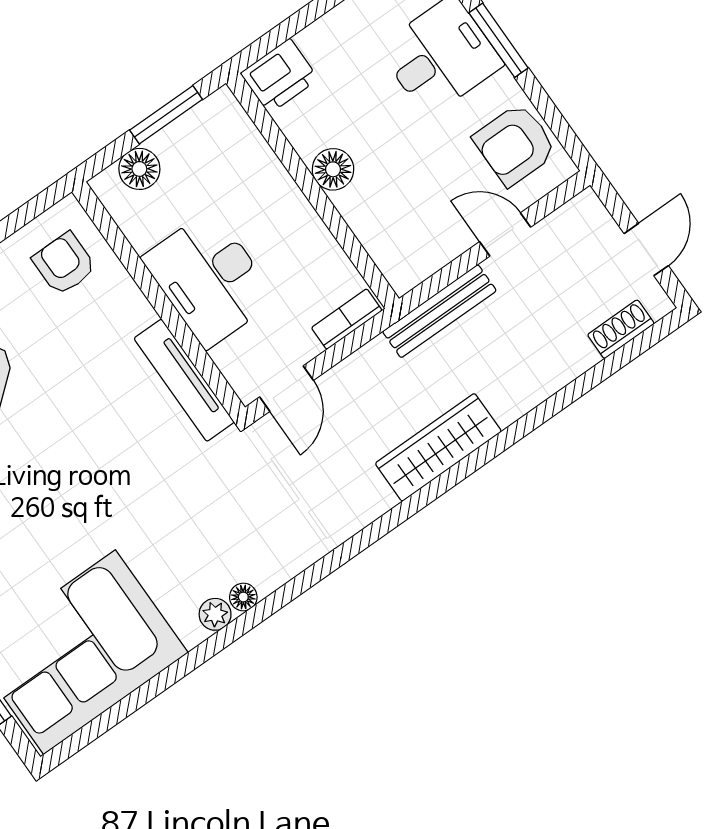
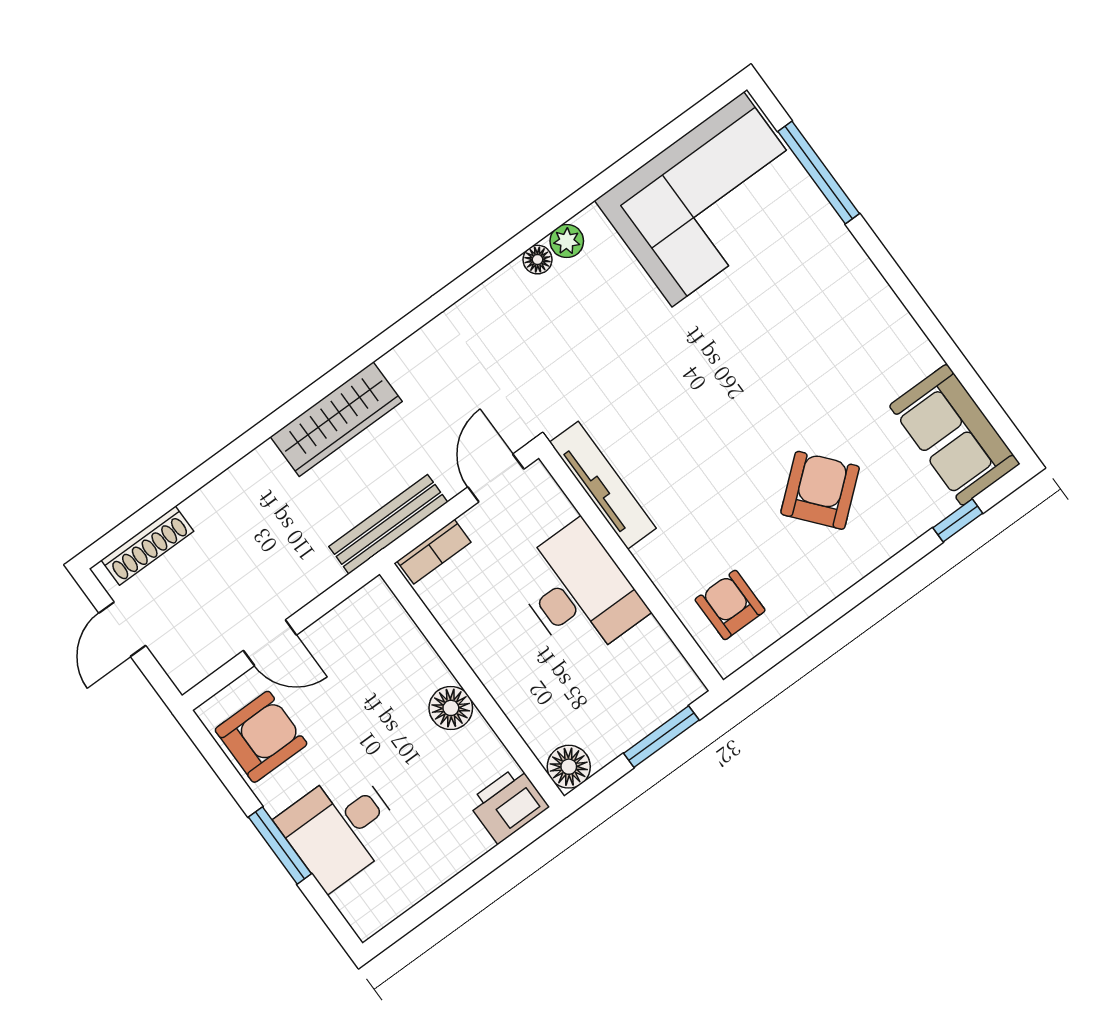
window: (166, 115) -> (661, 737), moved
floor lamp: (139, 169) -> (569, 767), moved
armchair: (64, 264) -> (730, 605), turned 180
bench: (439, 311) -> (388, 524), moved
shoe rack: (621, 329) -> (147, 546), width x1.43

